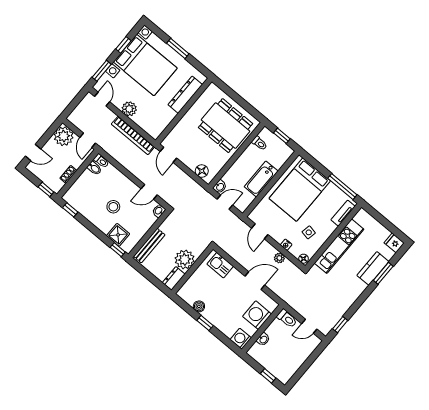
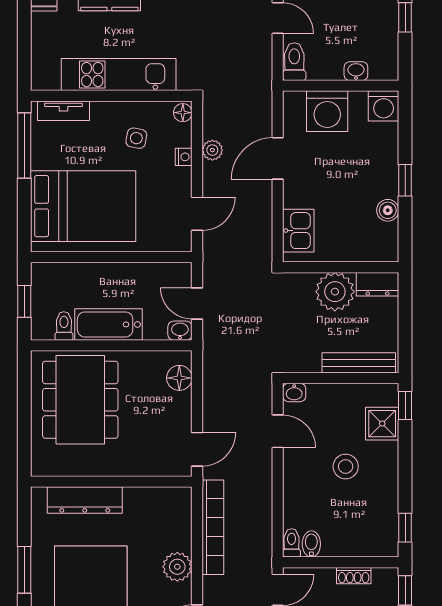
bathtub: (261, 179) -> (108, 324), moved, turned 180
door: (255, 281) -> (278, 158), hinge flipped

